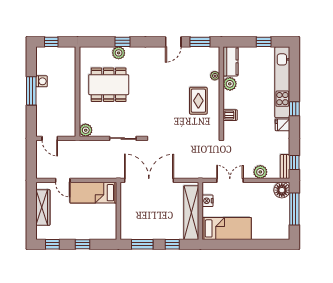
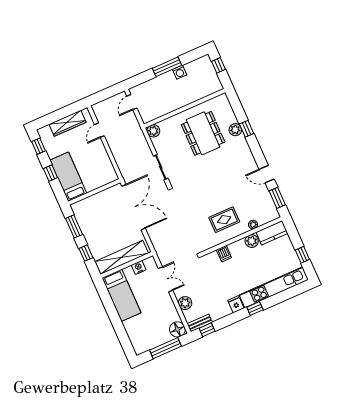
bed: (93, 193) -> (68, 177), moved

